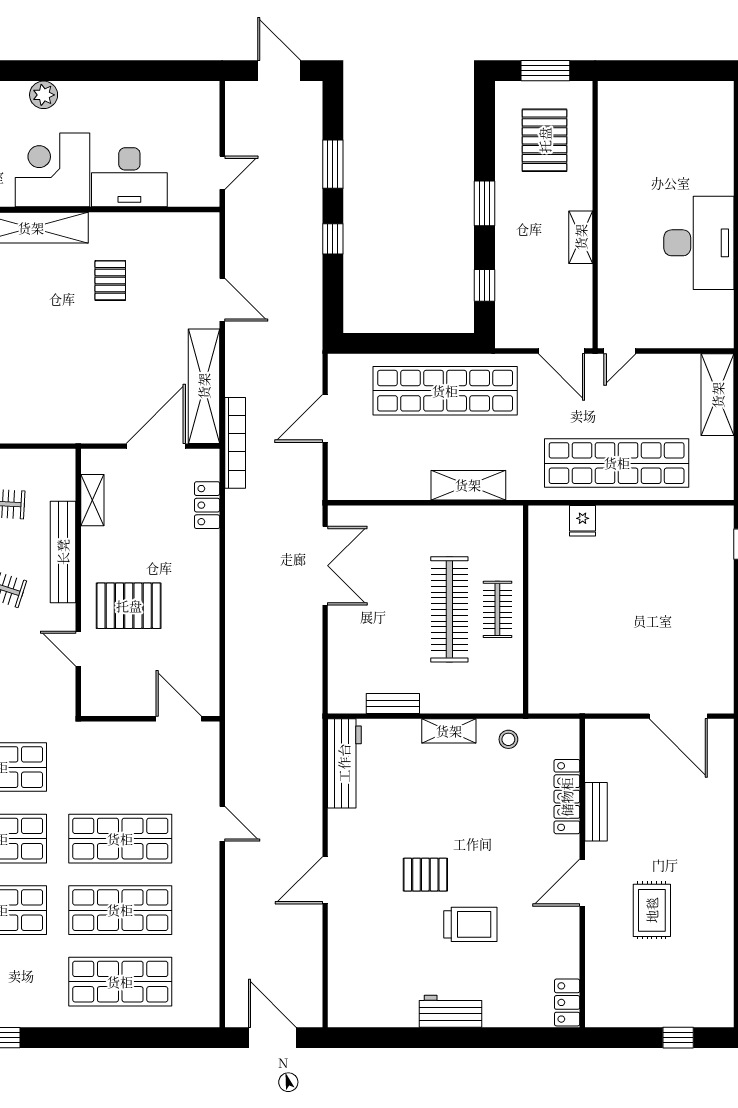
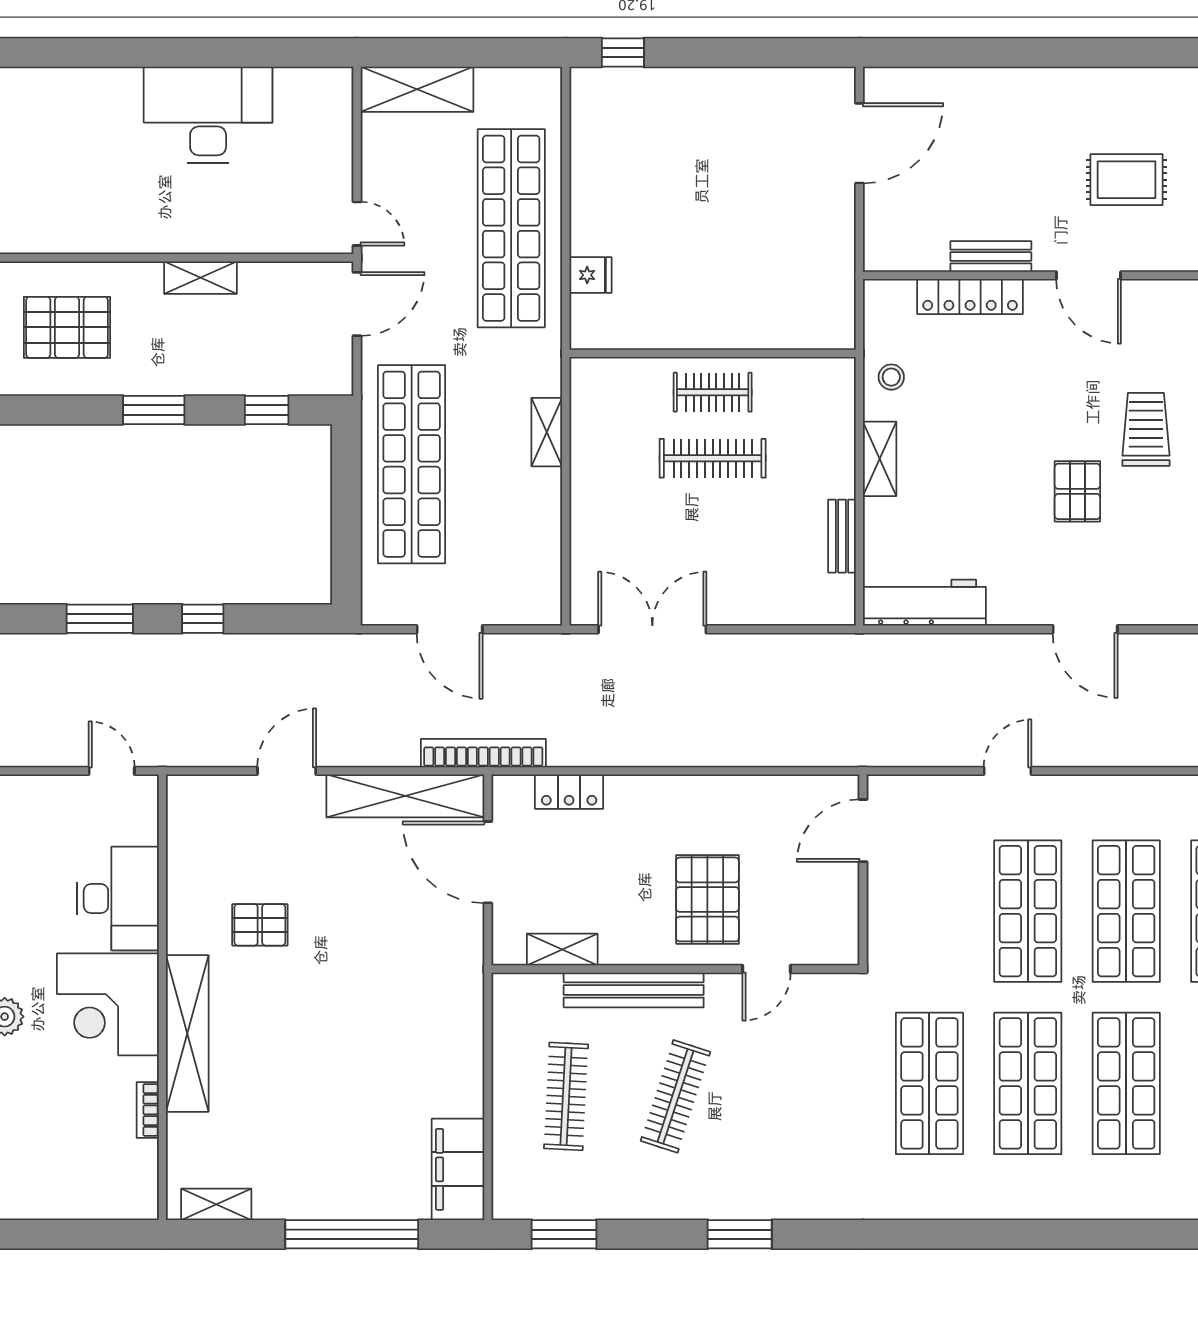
shelving: (468, 485) -> (547, 432), width x0.67, depth x0.75
clothes rail: (449, 609) -> (713, 458), width x0.73, depth x0.76

